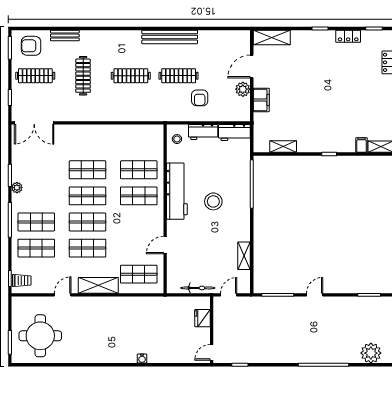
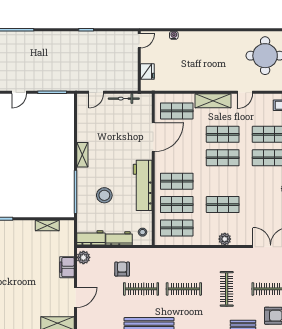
plant: (243, 89) -> (83, 257), moved
plant: (85, 131) -> (225, 239), added
shop shelf: (87, 196) -> (177, 228), moved
stool: (213, 201) -> (104, 195), moved
door: (165, 245) -> (153, 137), width x1.88
shelving: (244, 256) -> (82, 155), moved
fridge: (203, 318) -> (147, 72), moved
wall: (212, 330) -> (139, 61), moved
door: (212, 352) -> (139, 41), moved

